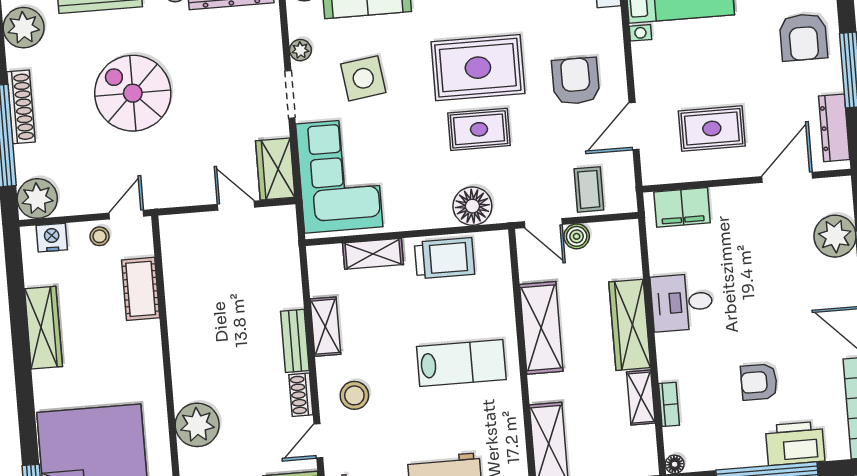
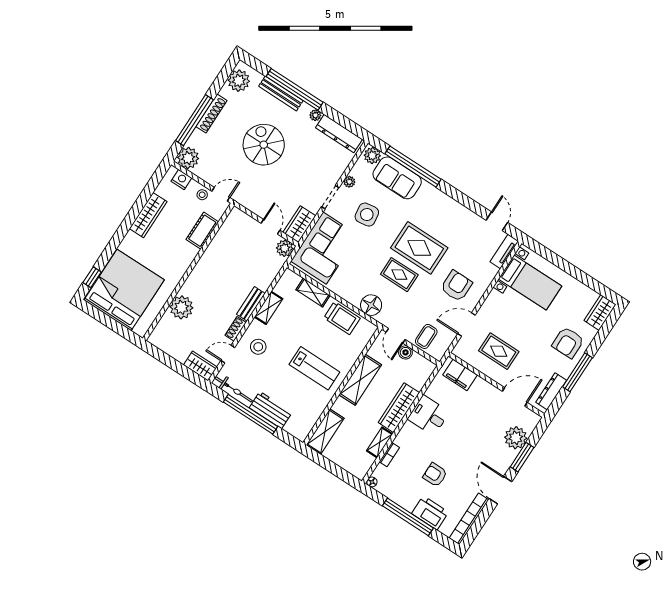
plant: (281, 221) -> (285, 248), added

